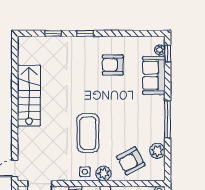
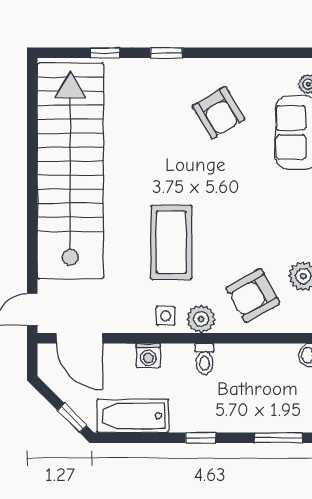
armchair: (113, 65) -> (218, 113), turned -121
stairs: (29, 96) -> (70, 171), width x1.86, depth x1.51

